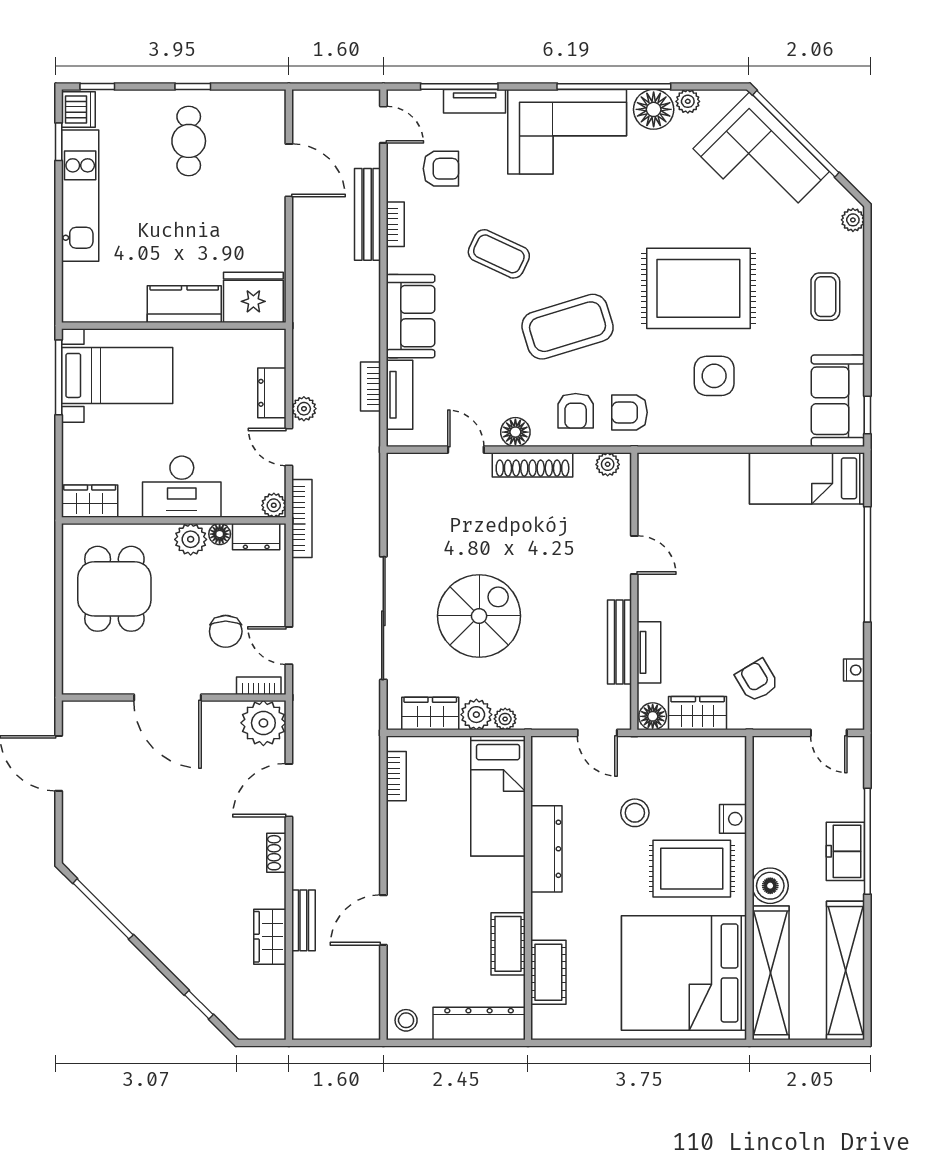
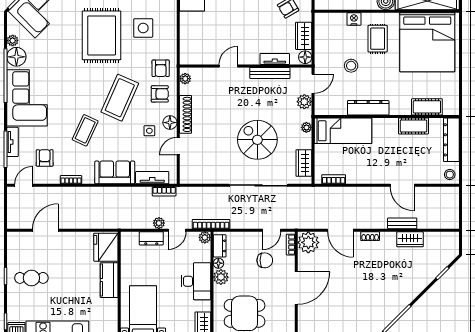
bench: (368, 214) -> (66, 193), removed
coffee table: (568, 327) -> (120, 98), turned 41
bookcase: (371, 386) -> (164, 191), moved
side table: (498, 389) -> (149, 131), added
plant: (476, 715) -> (304, 102), moved
rug: (692, 869) -> (378, 39), width x0.73, depth x0.70

